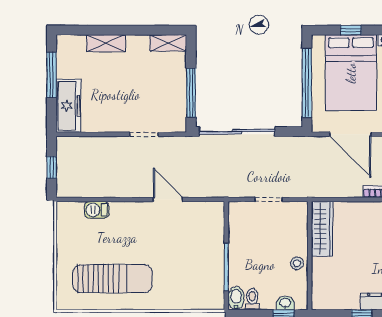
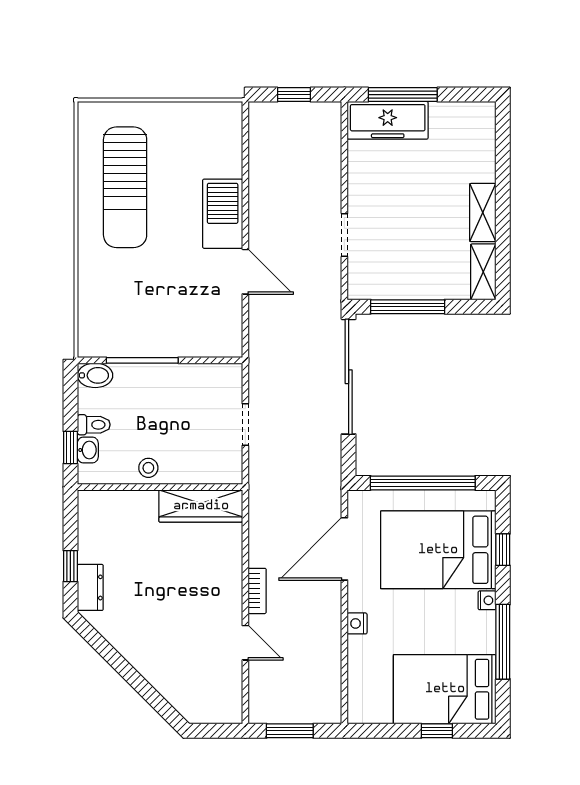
shelving: (106, 43) -> (483, 213), moved
window: (52, 75) -> (403, 95), moved
door: (168, 199) -> (245, 272), hinge flipped
barbecue: (97, 210) -> (223, 214), moved, width x1.88, depth x1.53
toilet: (252, 299) -> (94, 425), moved

